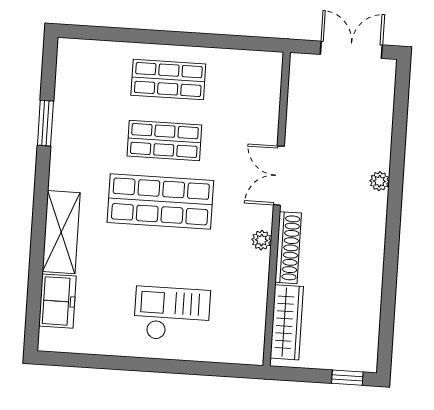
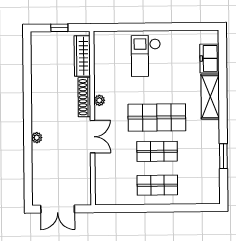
checkout: (172, 314) -> (146, 56), turned 90
window: (347, 378) -> (59, 28), moved

